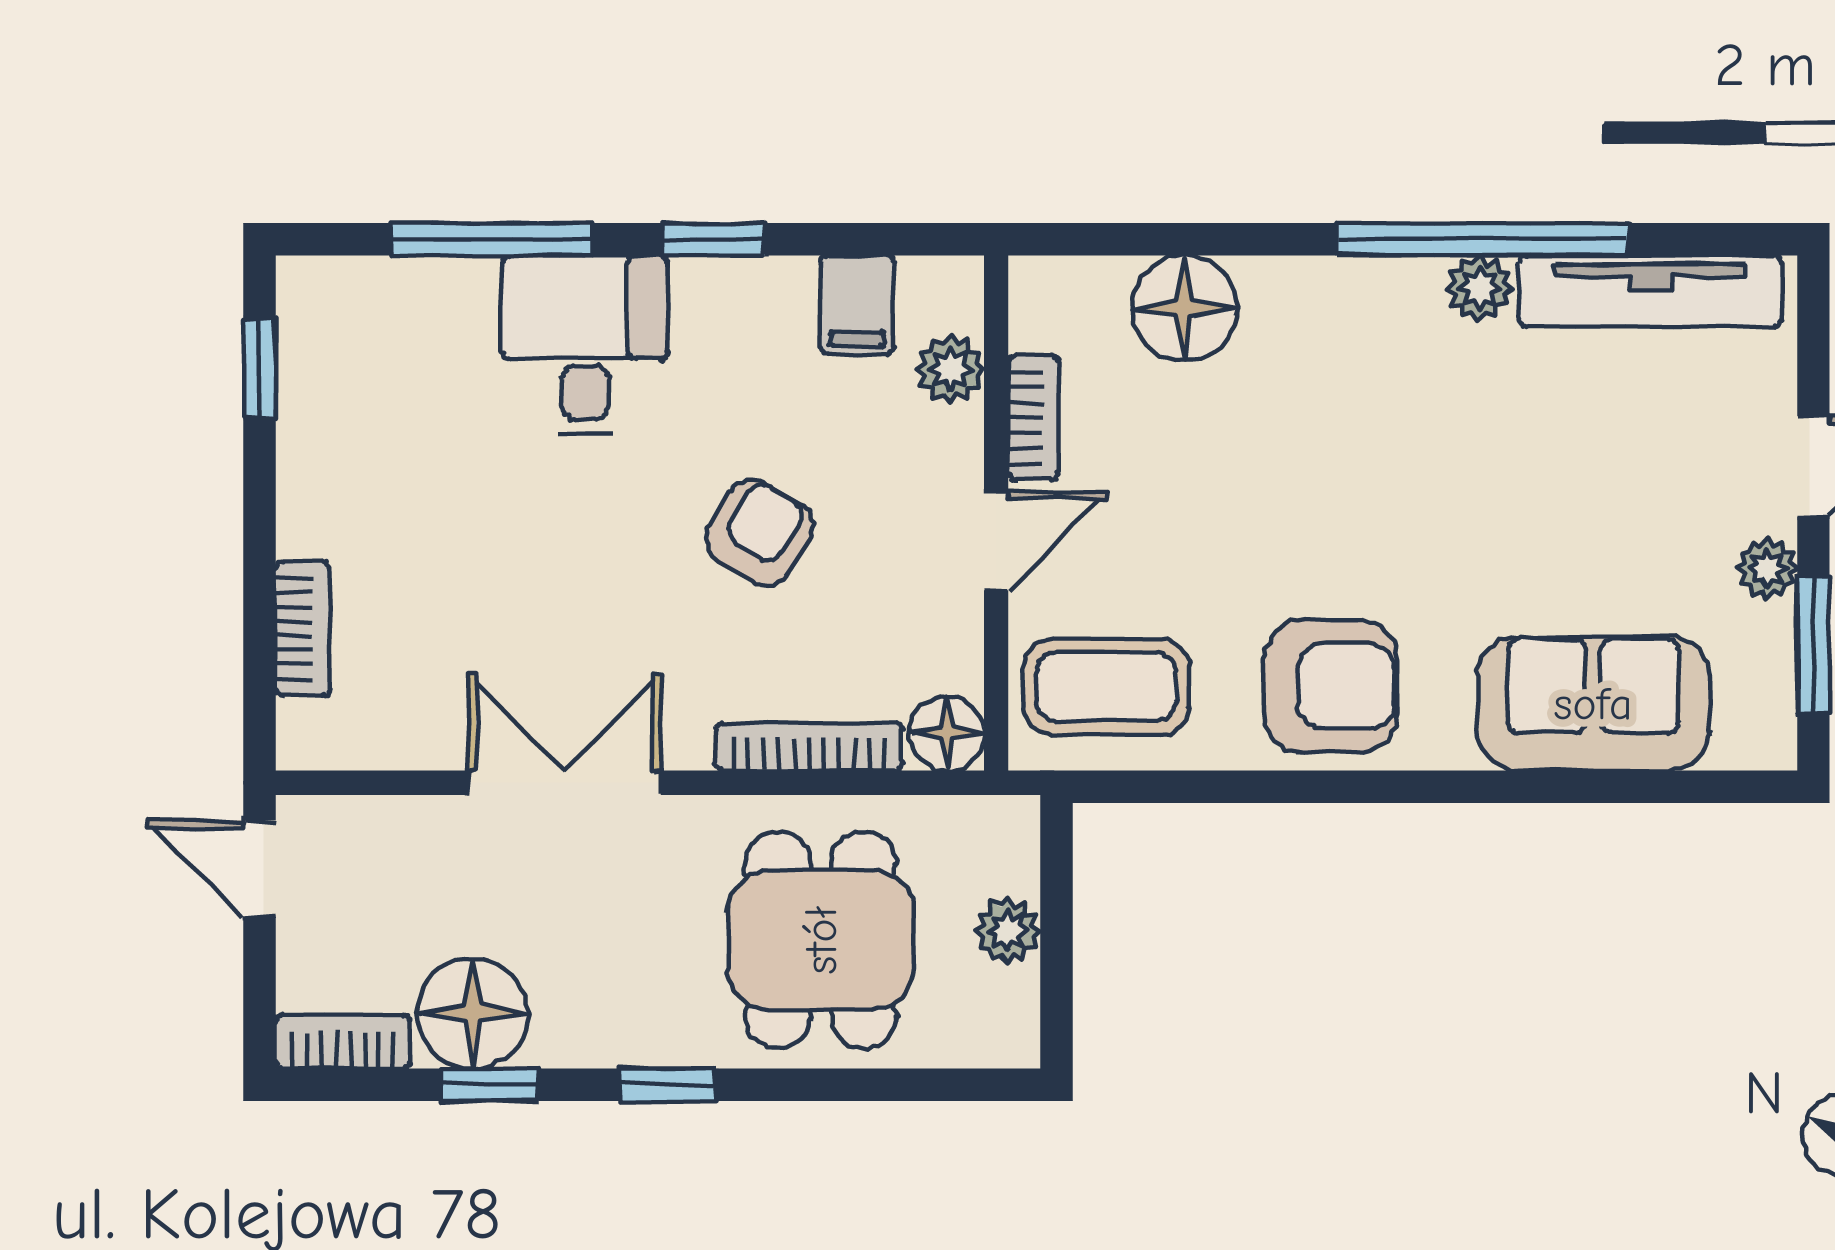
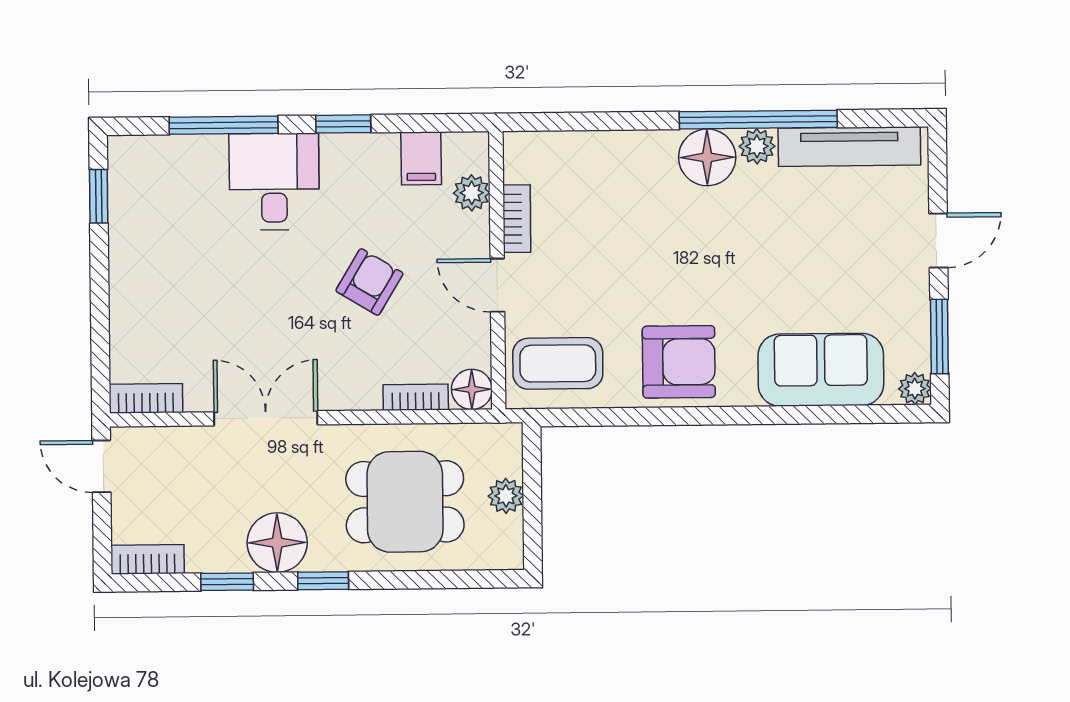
floor lamp: (1184, 308) -> (707, 157), moved
door: (996, 541) -> (497, 285), swing flipped
plant: (1767, 569) -> (915, 389), moved
bookcase: (303, 629) -> (146, 398), moved, turned -90
bookcase: (809, 747) -> (416, 397), width x0.64
dining table: (821, 940) -> (405, 502), turned 90
floor lamp: (472, 1013) -> (277, 543), moved

